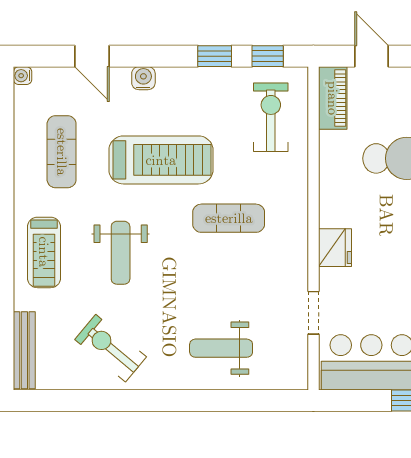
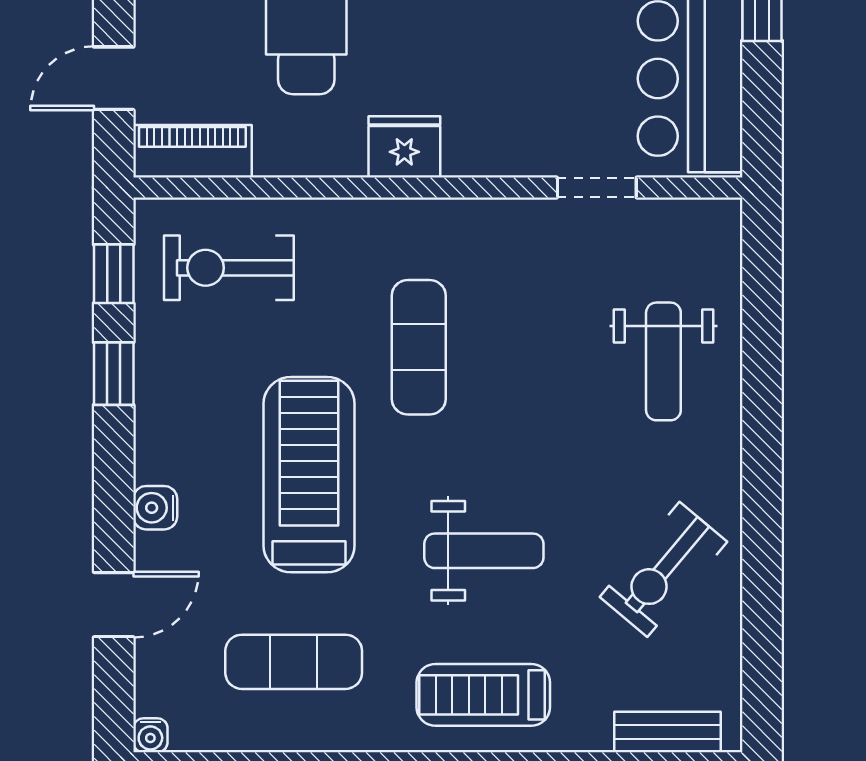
fridge: (335, 248) -> (404, 147), moved
treadmill: (44, 252) -> (483, 695), turned 180
bench: (24, 350) -> (667, 732), width x0.73

